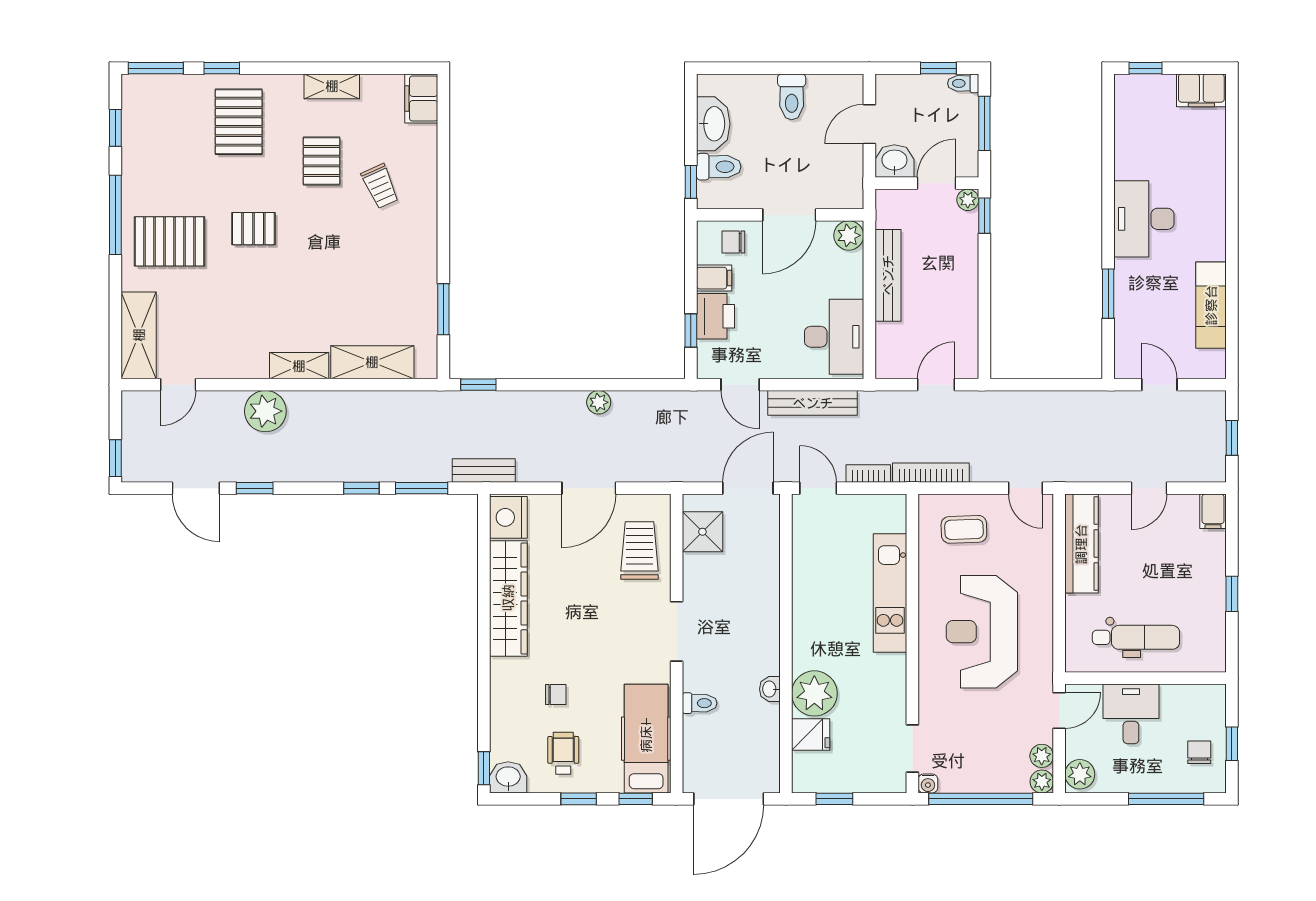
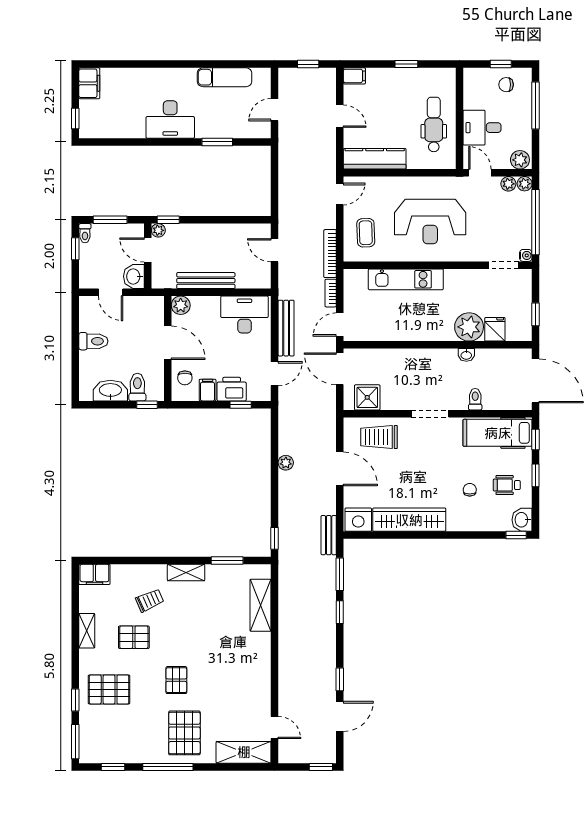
shelving: (299, 366) -> (186, 572), moved, turned 90
plant: (265, 411) -> (291, 673), removed

